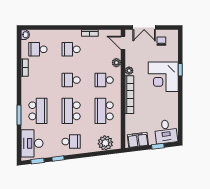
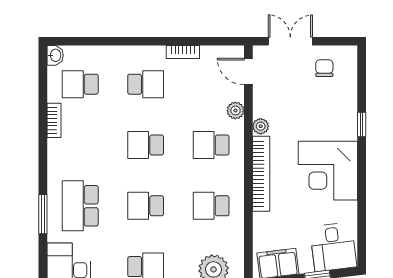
double door: (144, 28) -> (290, 41), swing flipped
school desk: (71, 49) -> (146, 84), turned 180
corner desk: (163, 77) -> (328, 171), moved
school desk: (38, 111) -> (80, 206), turned 180
school desk: (71, 111) -> (146, 206), width x0.54
school desk: (104, 111) -> (211, 206), width x0.54

